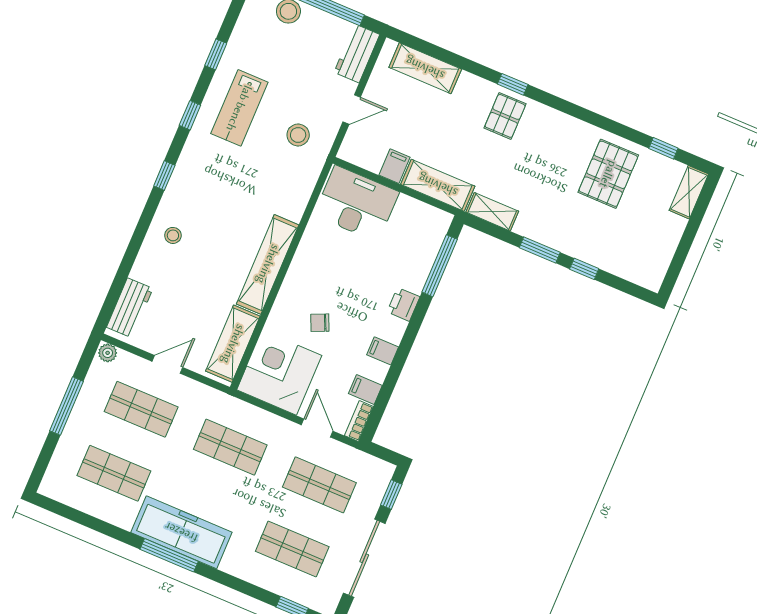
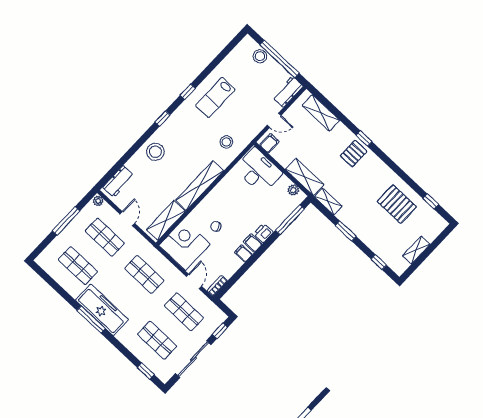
window: (216, 54) -> (213, 65), removed
stool: (298, 135) -> (226, 142), moved
filing cabinet: (394, 166) -> (269, 143), moved
pallet: (608, 174) -> (397, 204), turned 90
shelving: (689, 192) -> (416, 250), moved
plant: (427, 214) -> (293, 190), added
stool: (173, 235) -> (155, 152), width x1.89, depth x1.89
window: (584, 269) -> (379, 262), moved
door: (167, 364) -> (127, 219), hinge flipped
filing cabinet: (365, 389) -> (253, 243), moved

